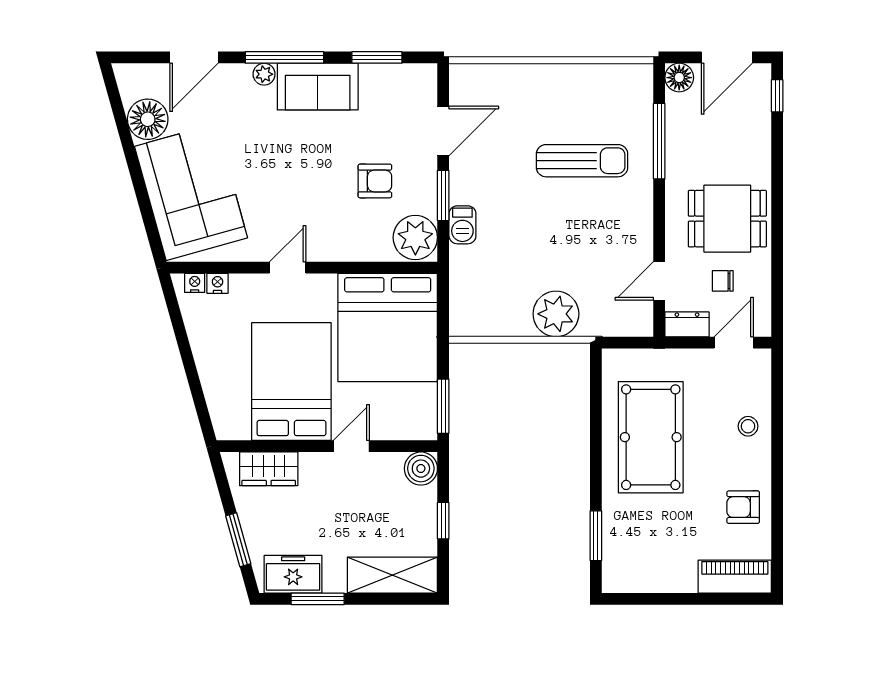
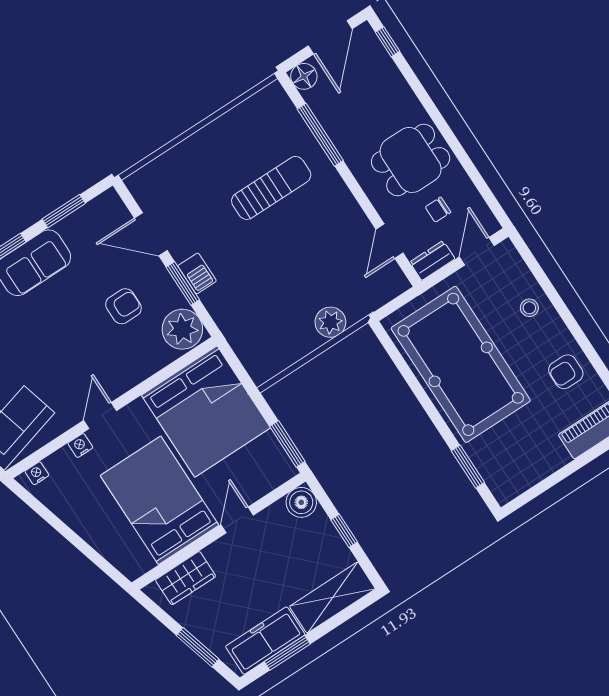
door: (443, 131) -> (151, 234), swing flipped
barbecue: (462, 225) -> (197, 273), moved
nightstand: (218, 283) -> (80, 445), moved
plant: (556, 314) -> (330, 322), width x0.73, depth x0.73
pool table: (651, 437) -> (461, 364), width x1.36, depth x1.32
freezer: (293, 574) -> (265, 641), width x1.40

